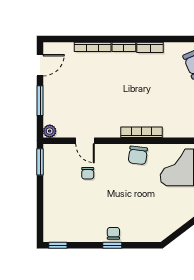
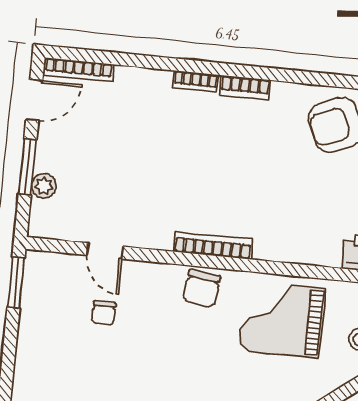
bookcase: (93, 47) -> (78, 70), moved
plant: (50, 131) -> (44, 186), moved

